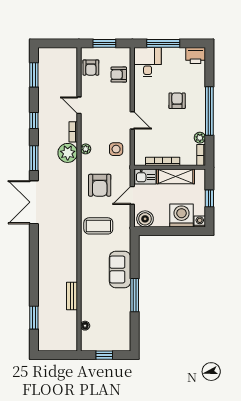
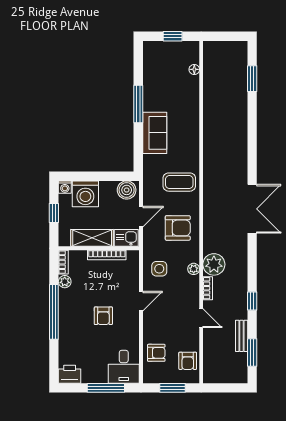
armchair: (91, 68) -> (188, 361), turned 180
armchair: (177, 101) -> (103, 316), moved
door: (132, 120) -> (141, 301), swing flipped
window: (34, 158) -> (252, 259), removed
armchair: (100, 185) -> (178, 228), turned 90
bench: (72, 296) -> (242, 336), moved

